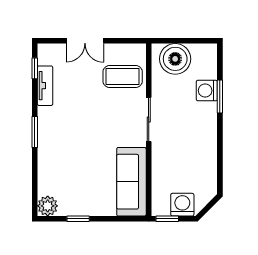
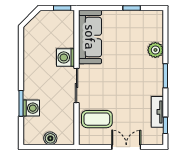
boiler: (175, 59) -> (50, 138), width x0.54, depth x0.54
washing machine: (182, 205) -> (66, 57), moved, turned 90
plant: (48, 206) -> (155, 50), moved

